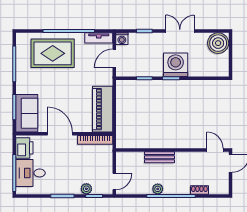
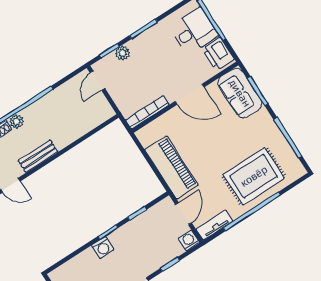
washing machine: (176, 65) -> (103, 248), width x0.53, depth x0.53
piano: (103, 109) -> (171, 167), moved
bench: (160, 157) -> (38, 156), moved
plant: (158, 189) -> (17, 121), moved

